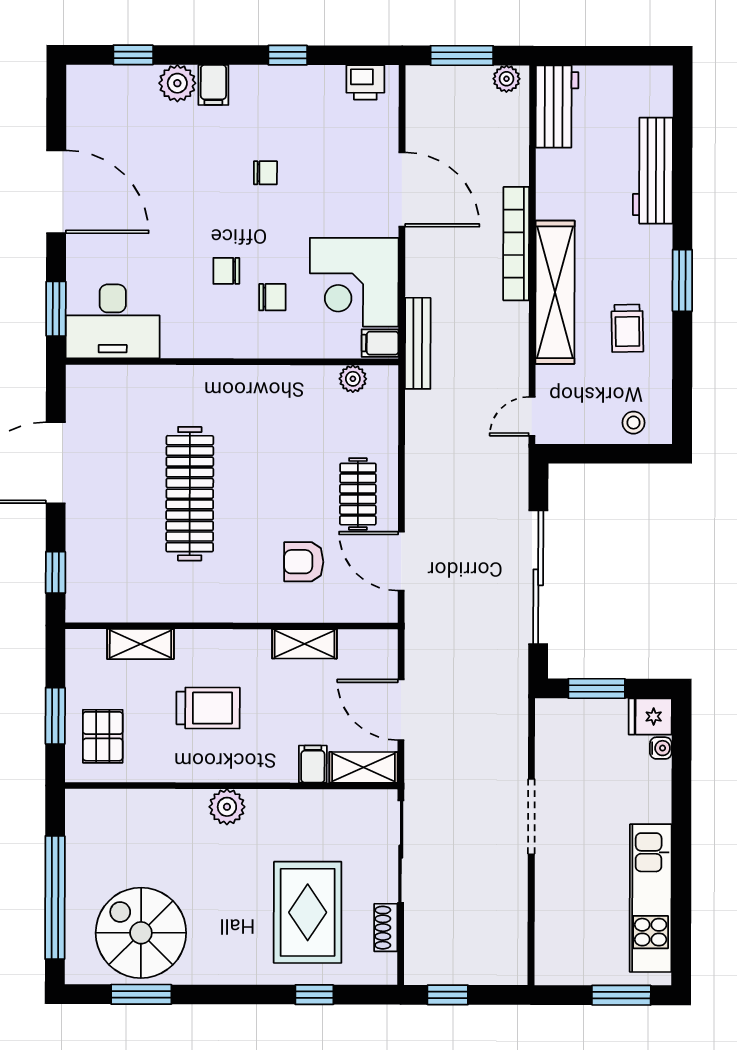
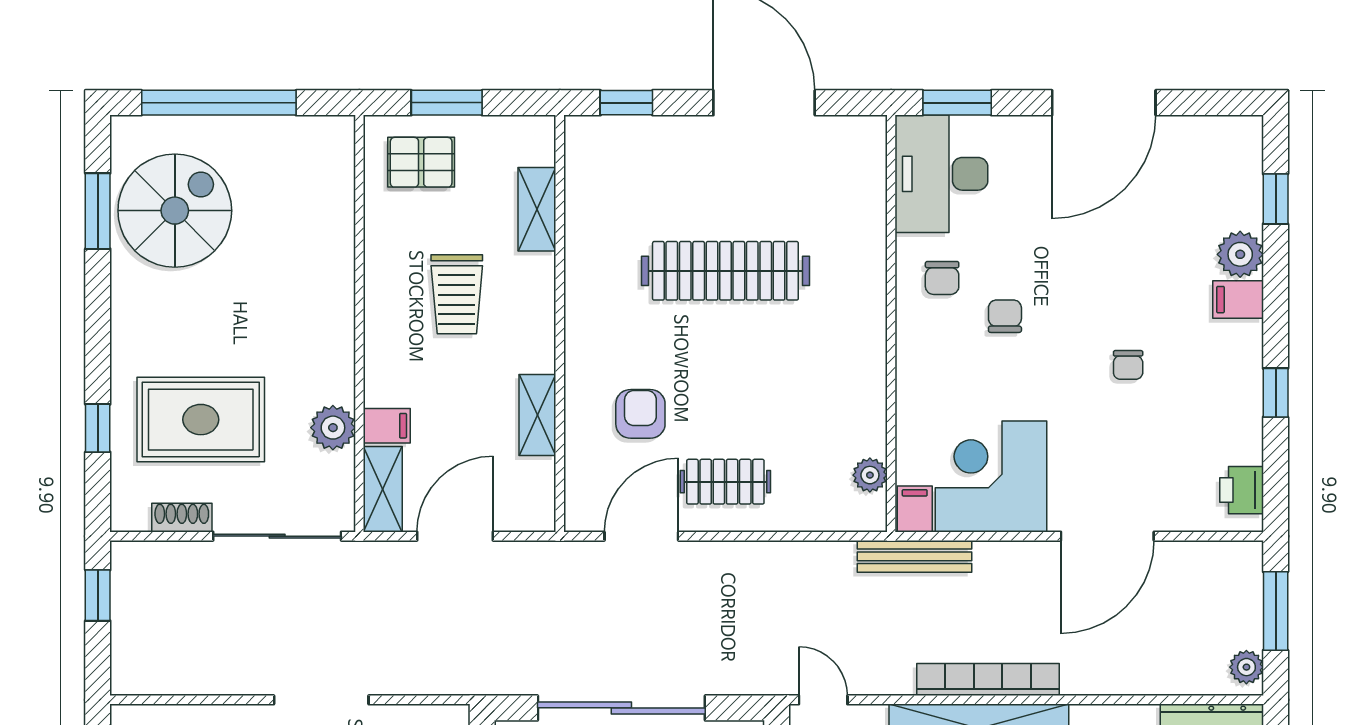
bookcase: (516, 244) -> (988, 680), moved
chair: (272, 297) -> (942, 278), moved
plant: (227, 807) -> (333, 428), moved

